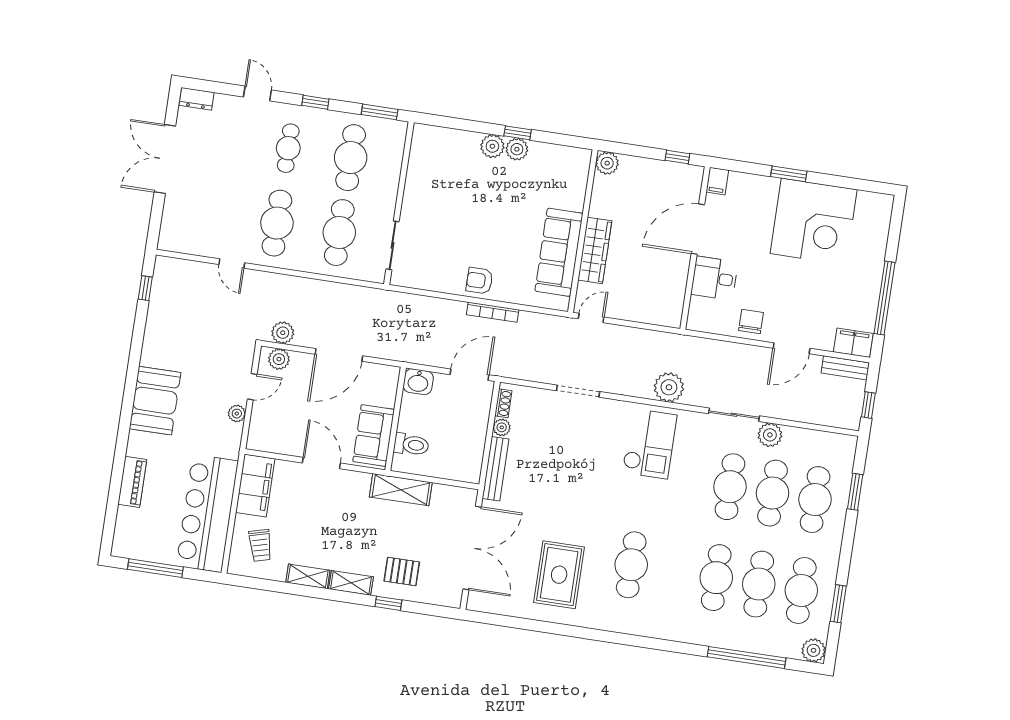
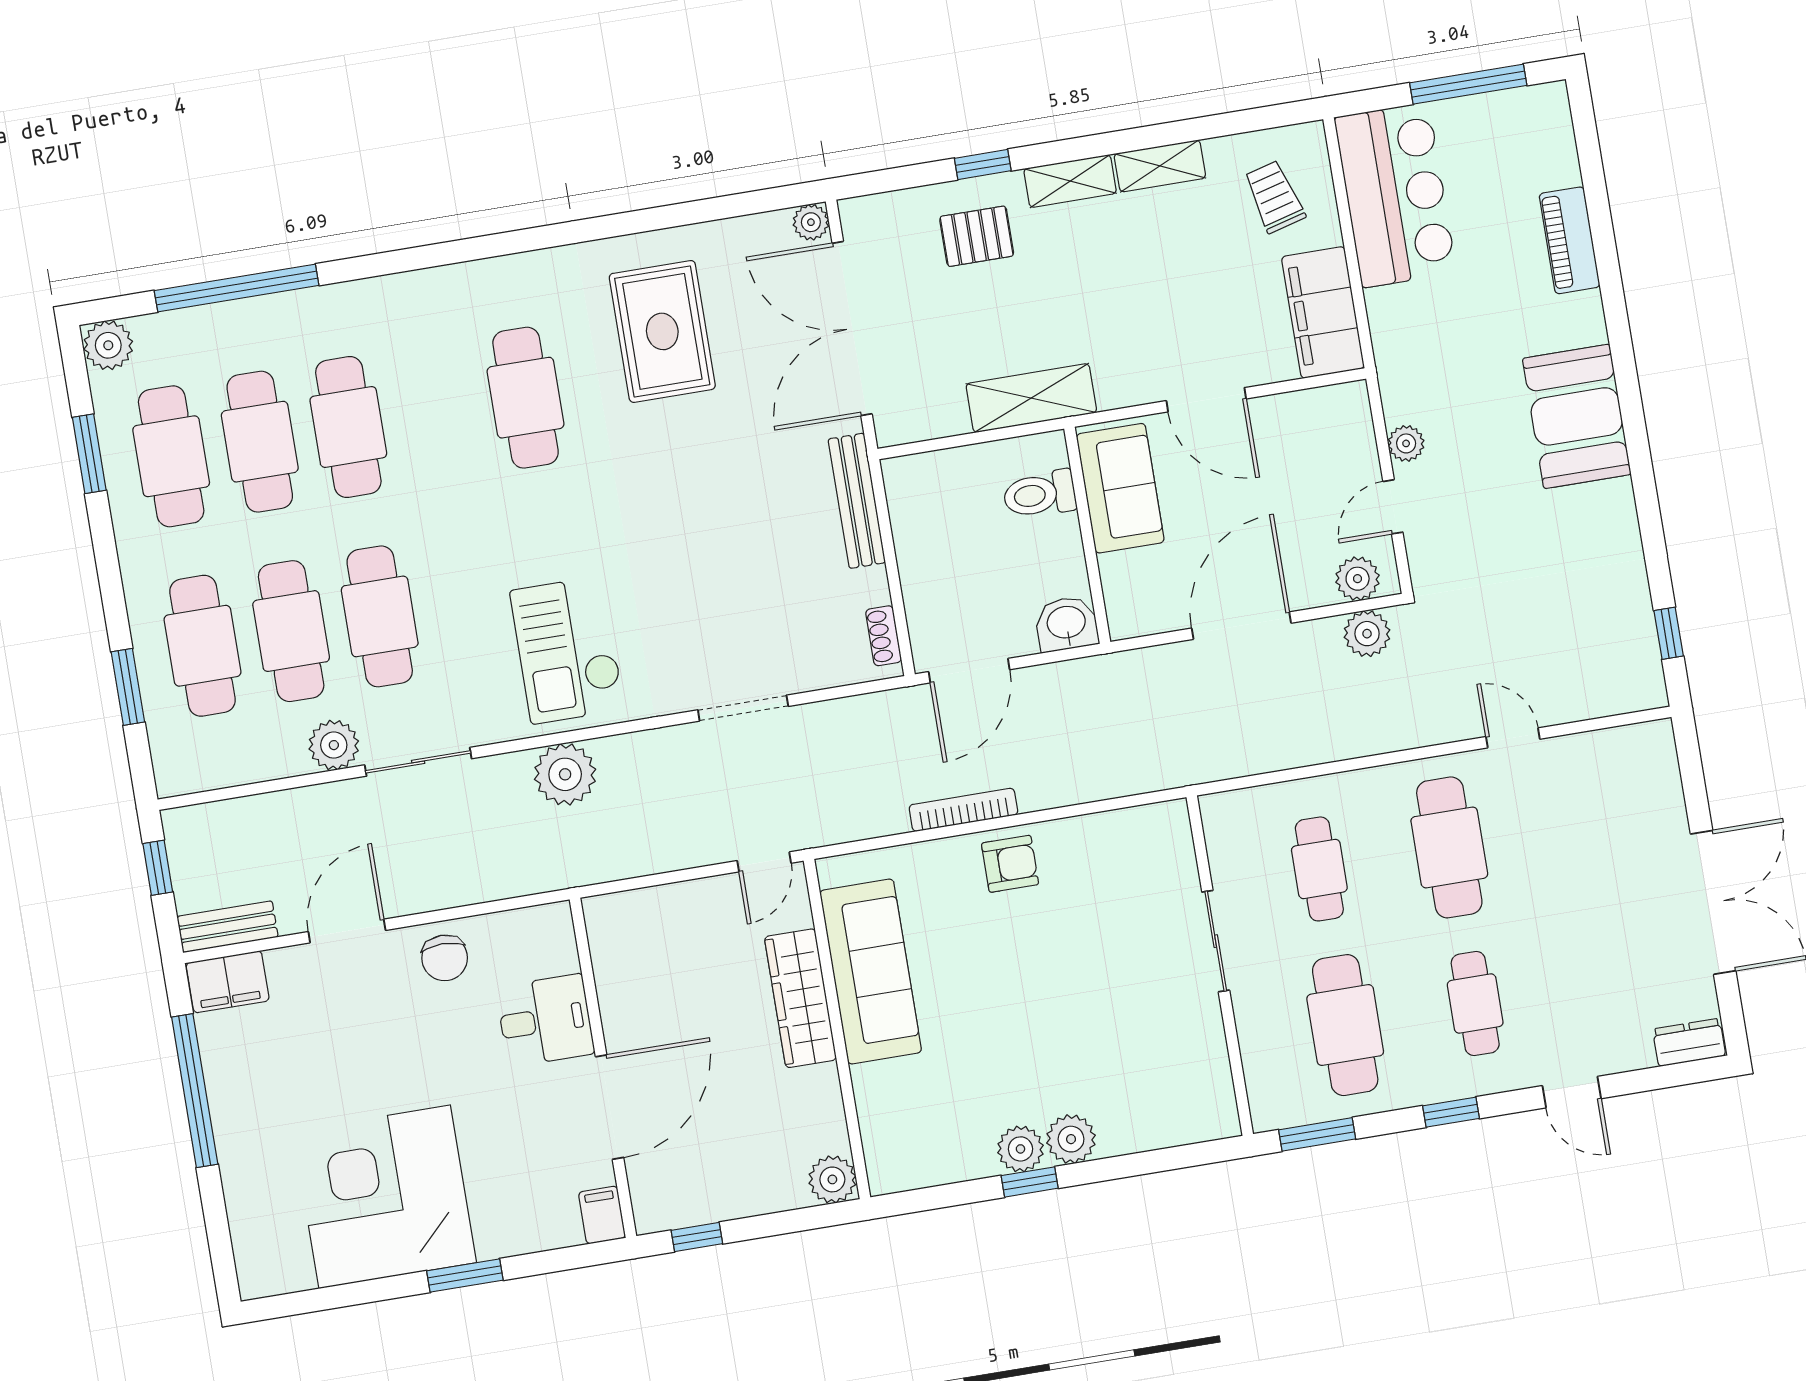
cafe table: (339, 233) -> (1319, 869), width x0.73, depth x0.74
sliding door: (393, 245) -> (1216, 941), moved
plant: (502, 427) -> (811, 222), moved
bar counter: (207, 513) -> (1395, 195), width x0.73

